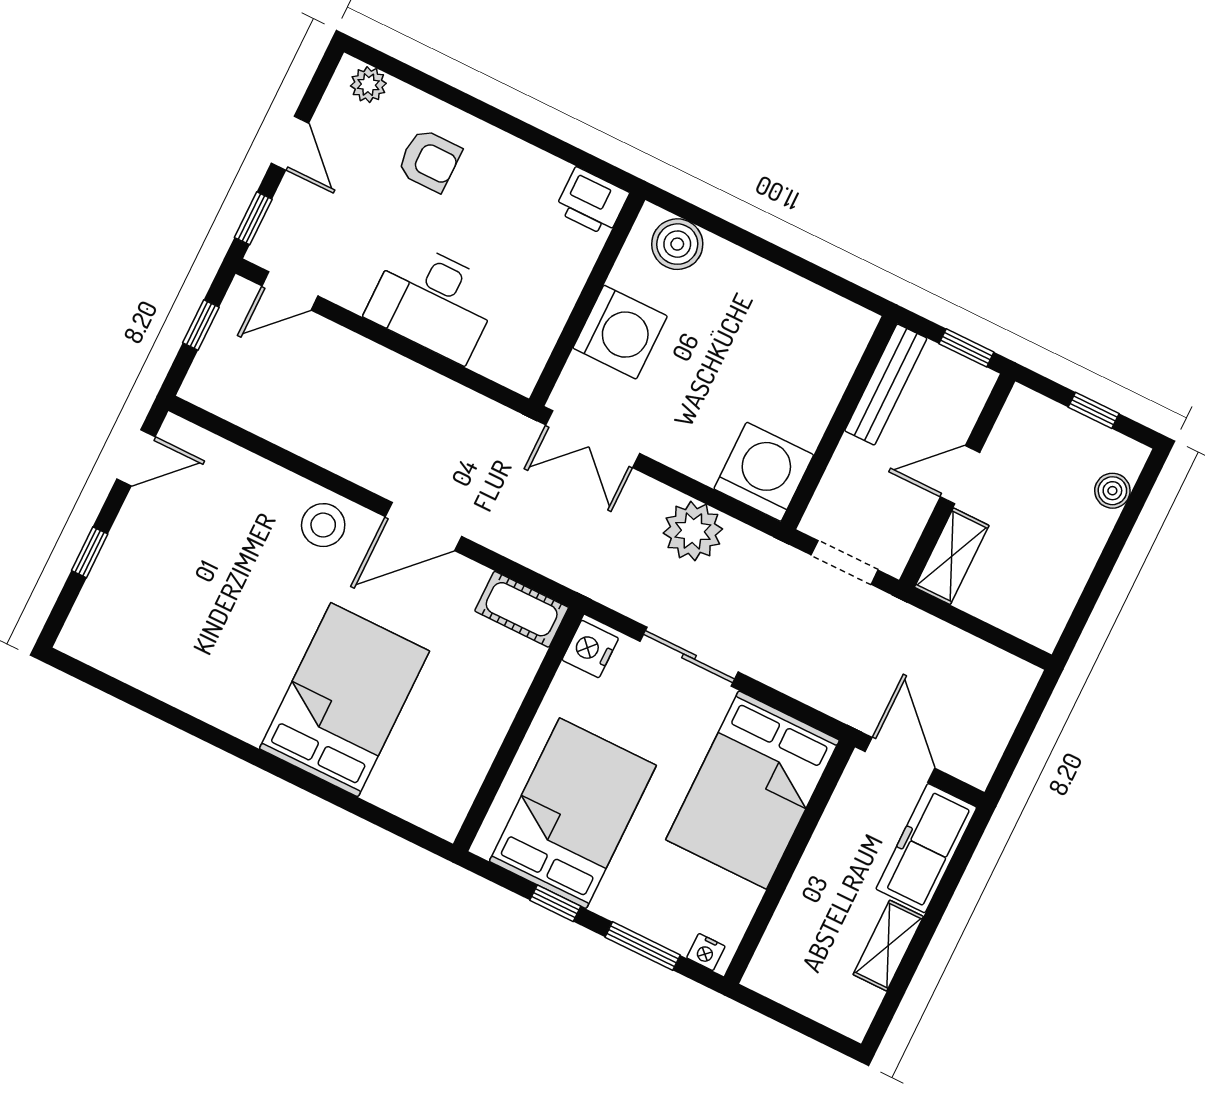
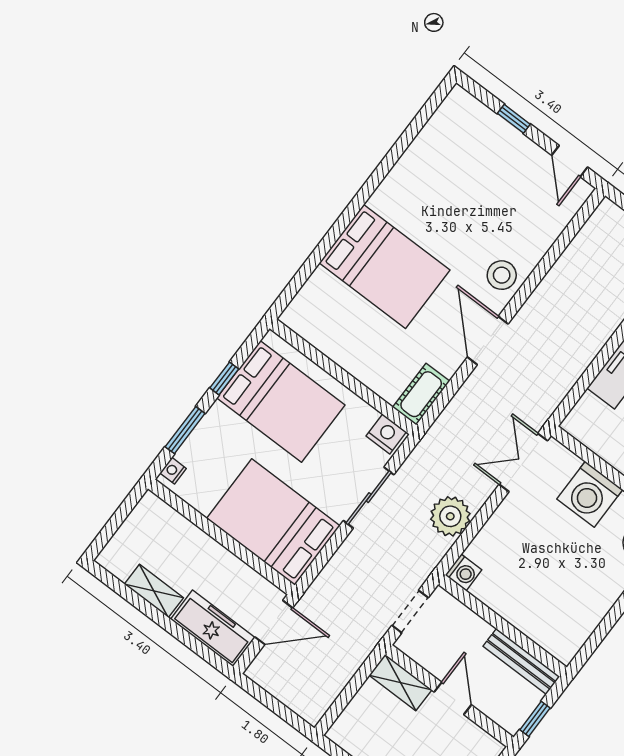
washing machine: (764, 472) -> (463, 573), width x0.53, depth x0.53

